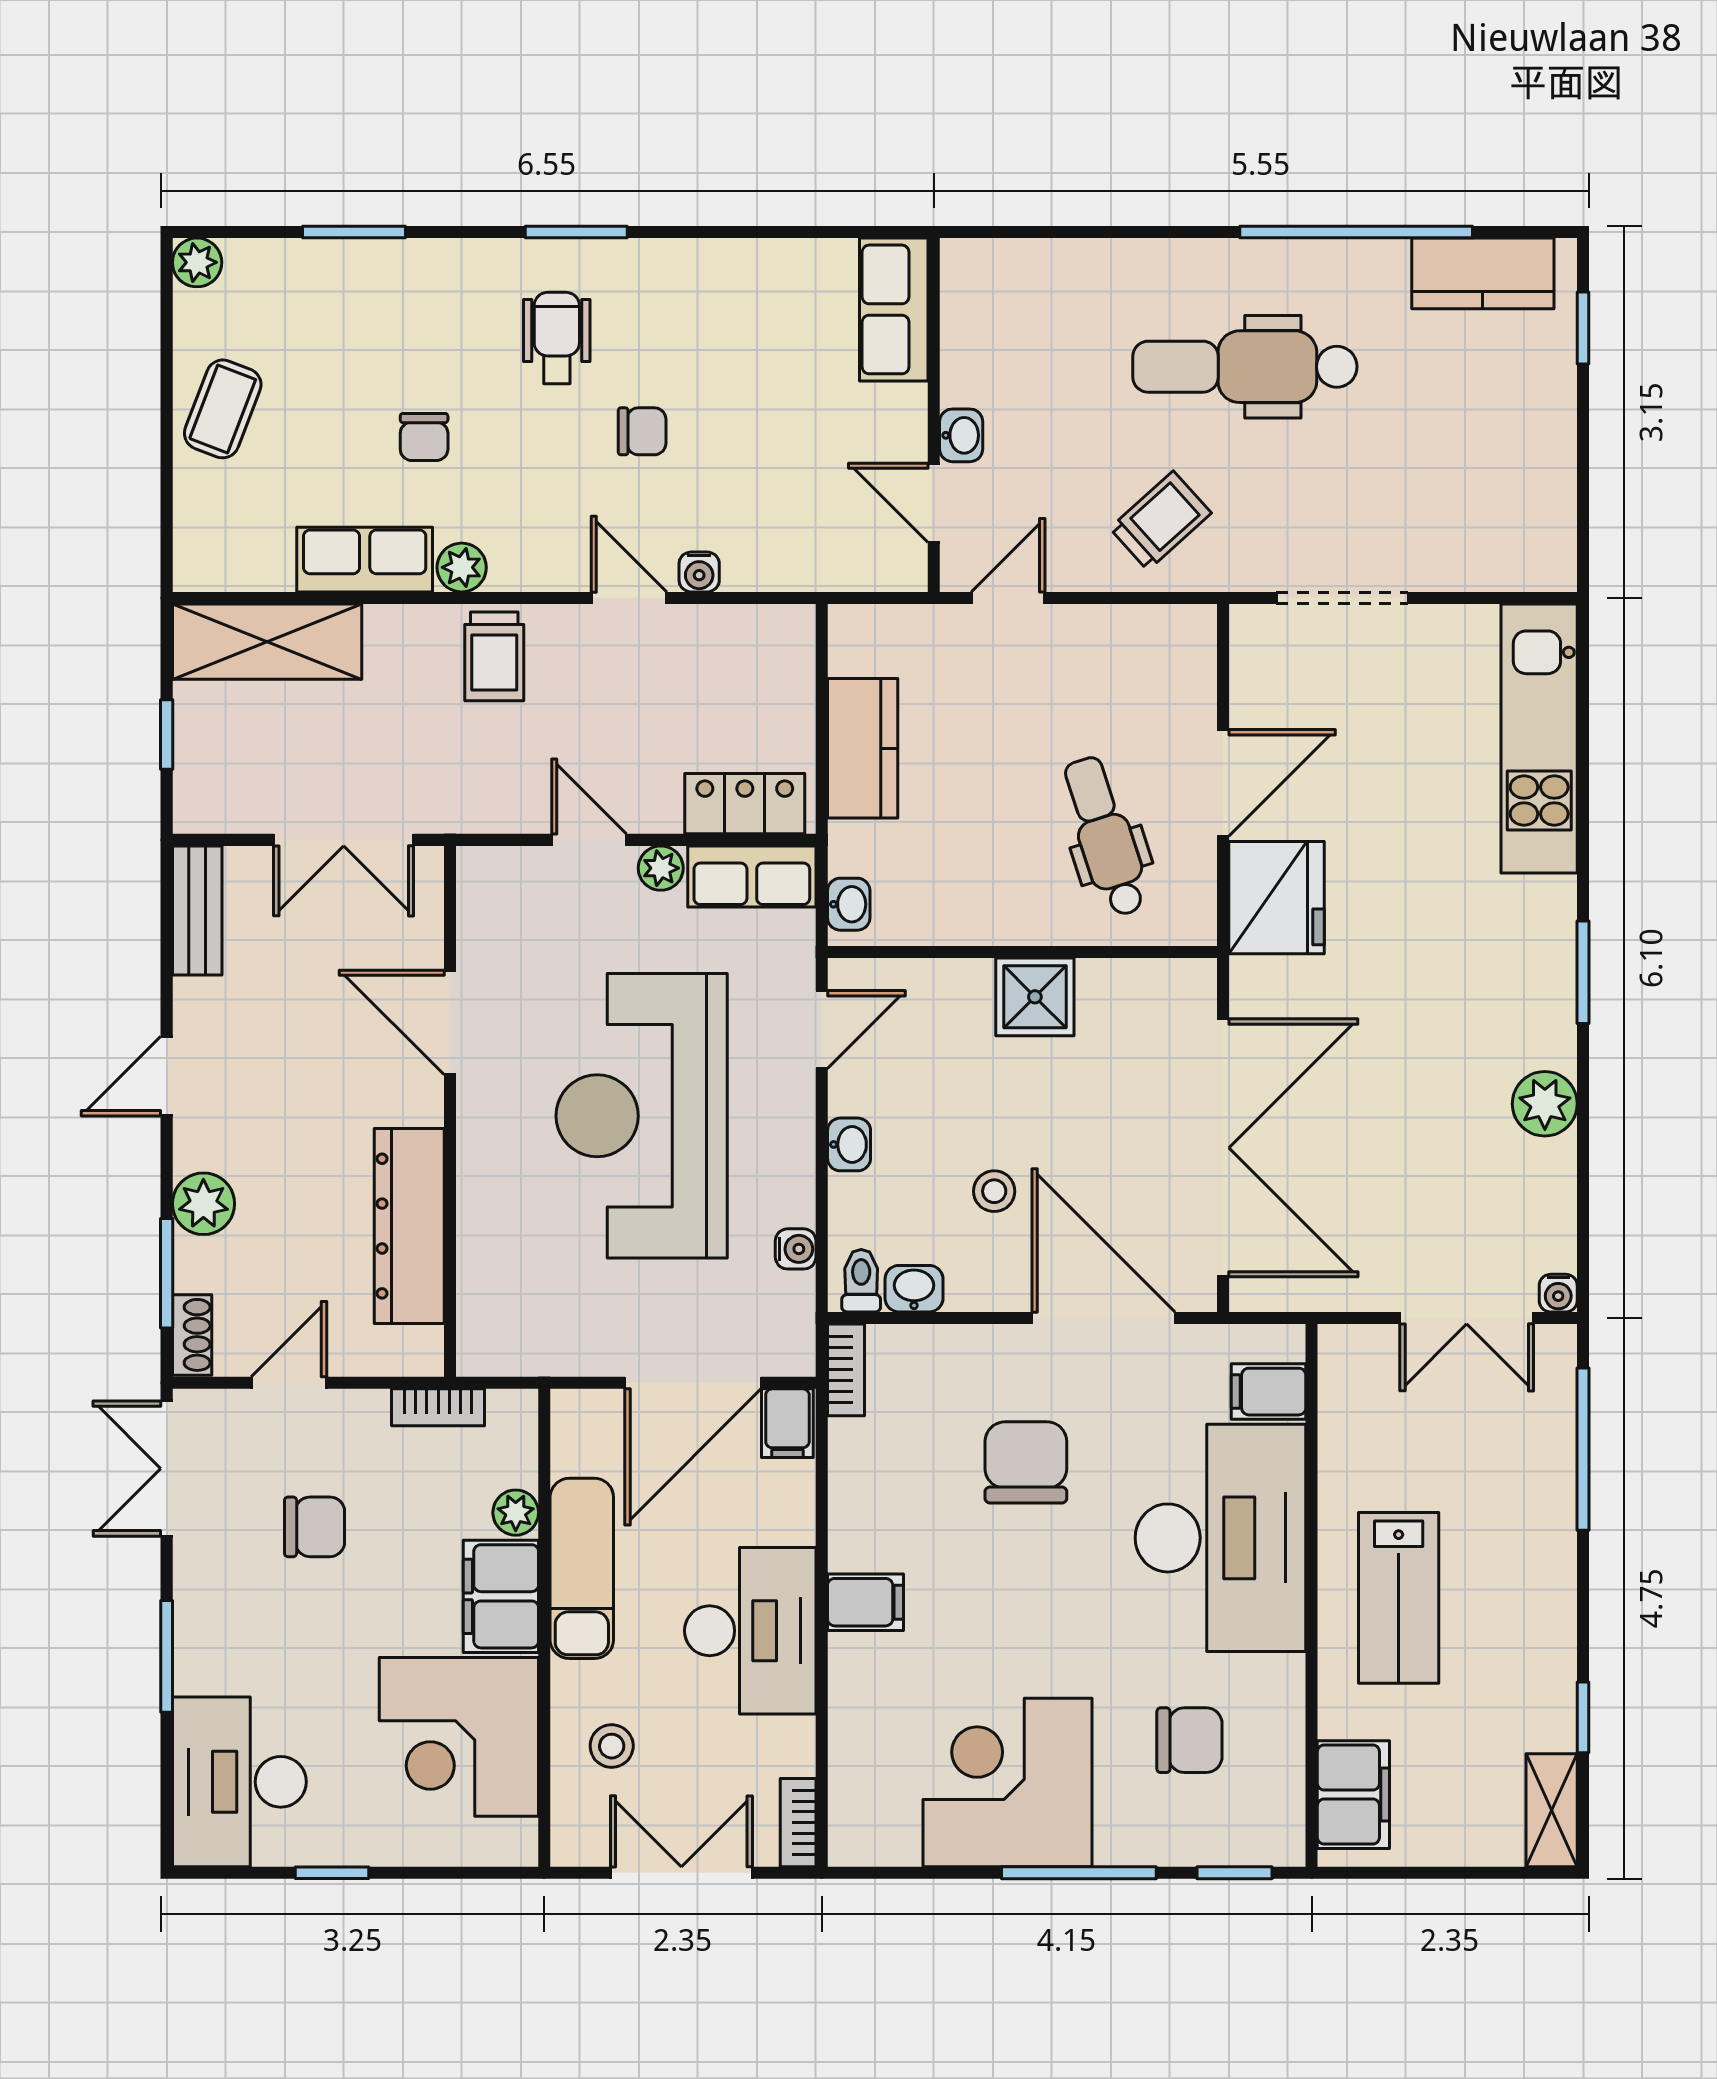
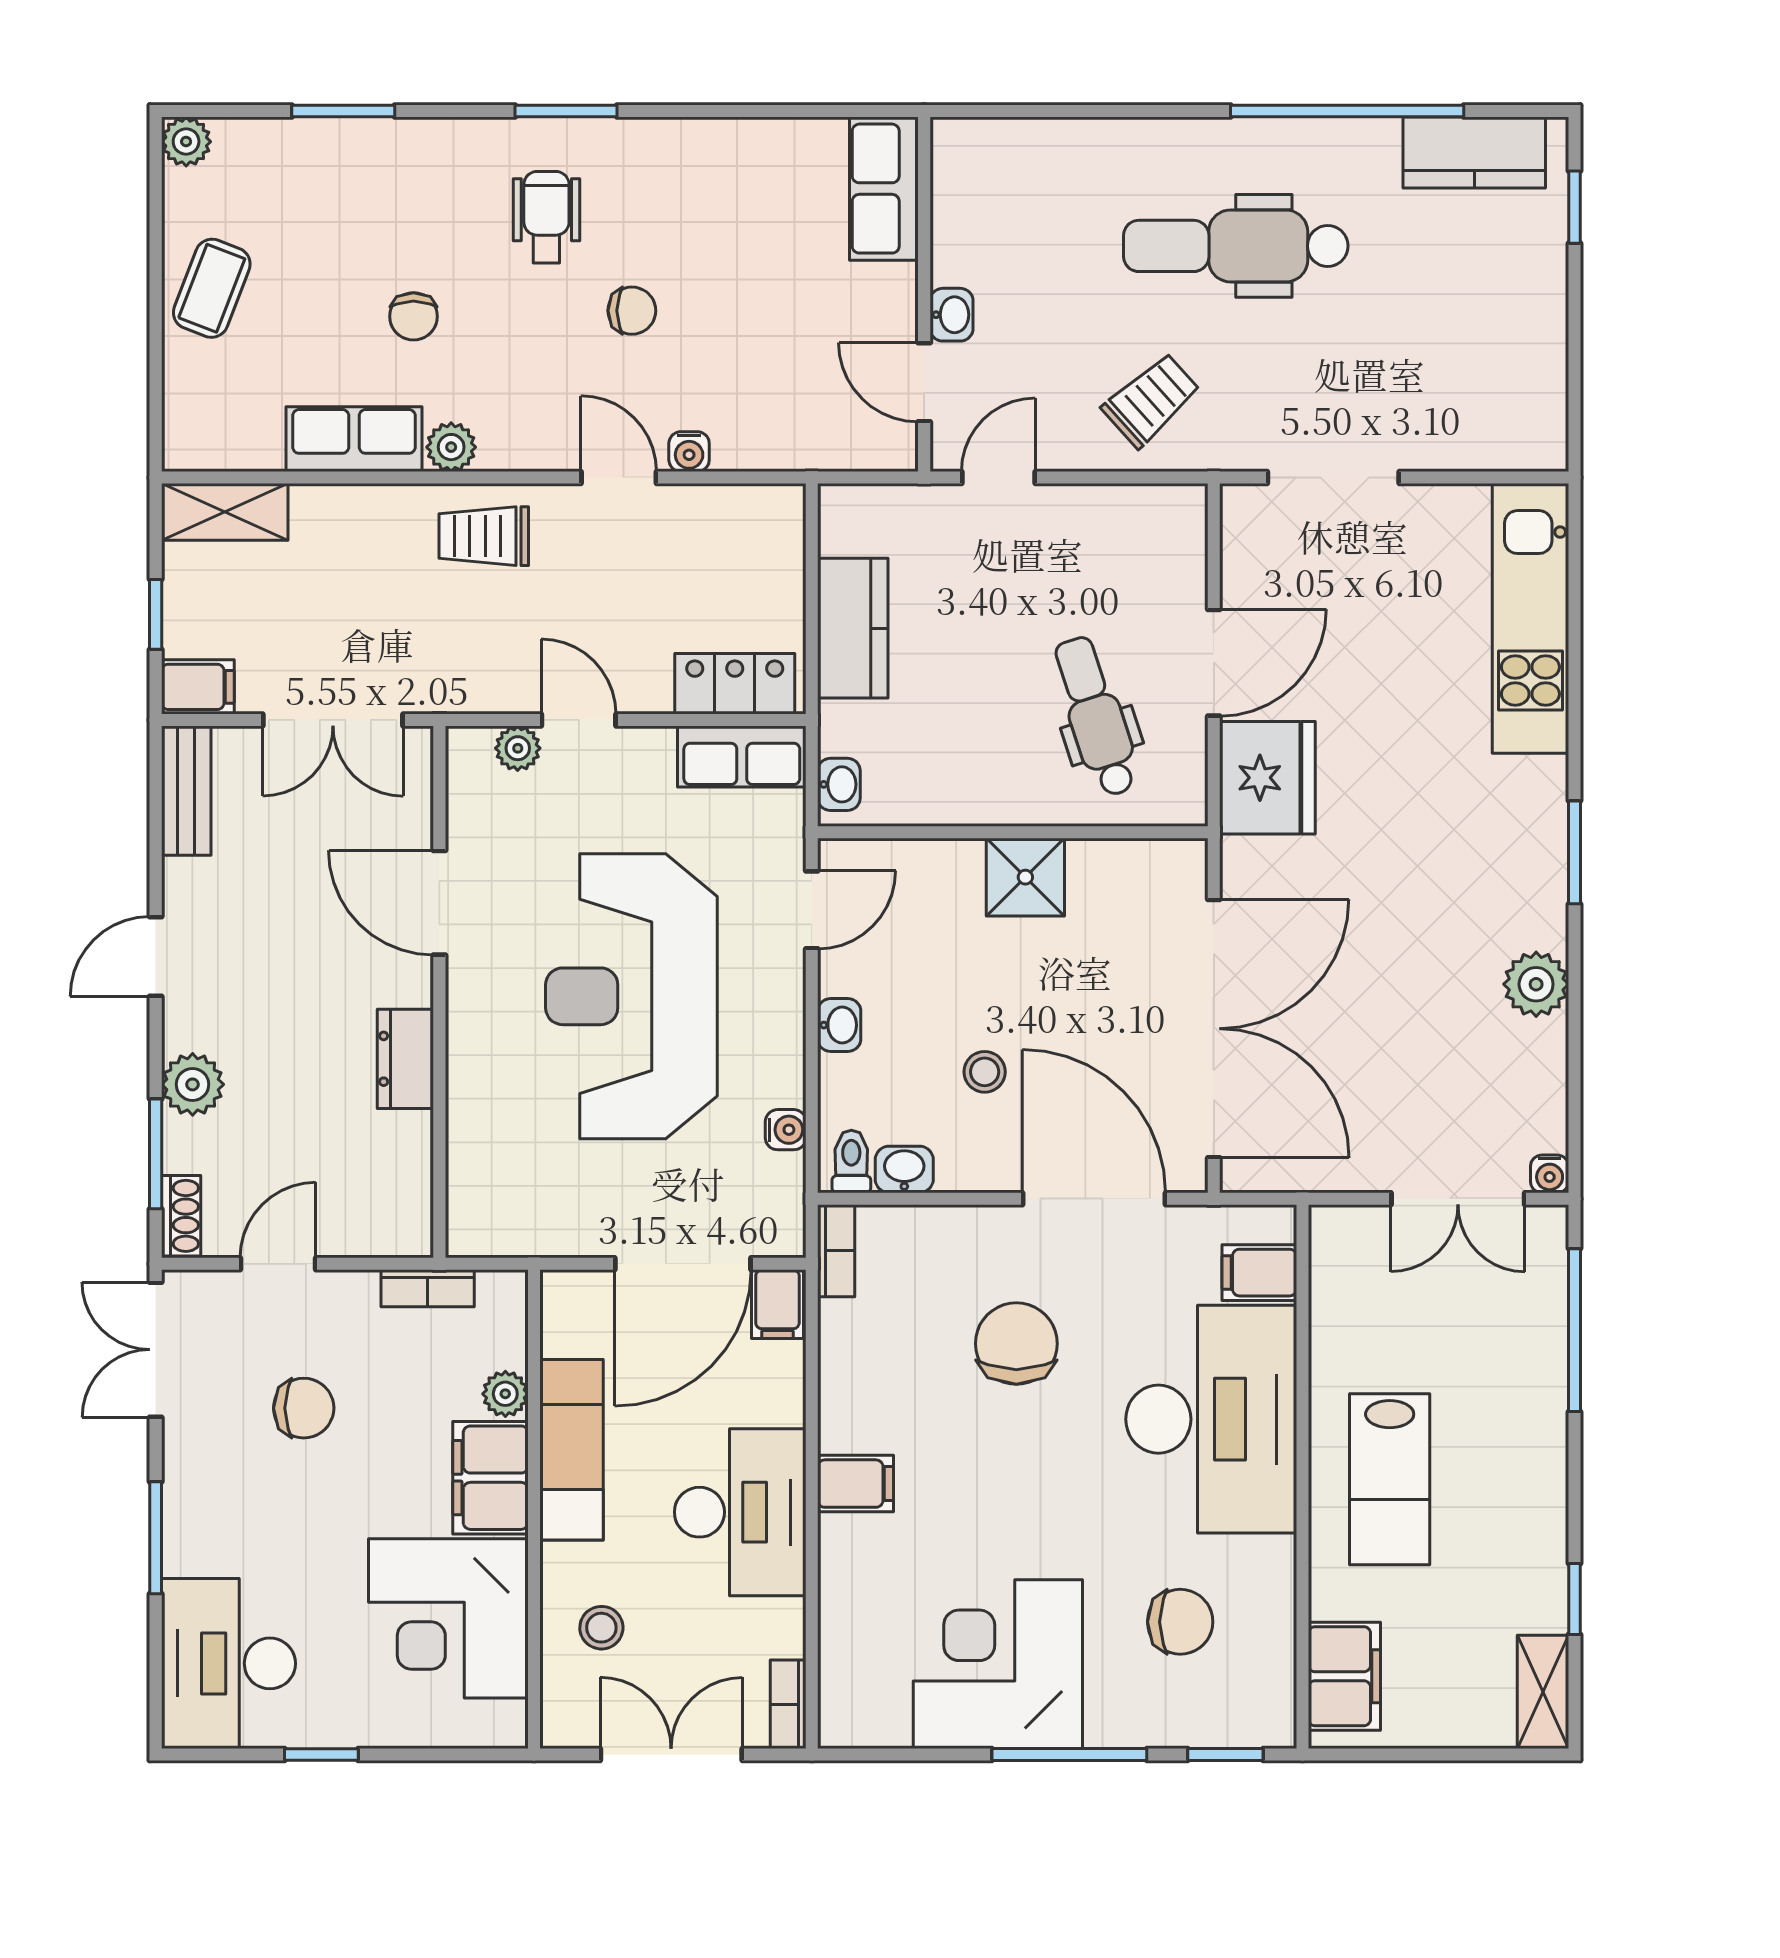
shelving: (267, 642) -> (225, 512), width x0.67, depth x0.75
trolley: (494, 656) -> (484, 536), turned 90
filing cabinet: (209, 807) -> (198, 687), added
plant: (661, 868) -> (518, 748), moved
dresser: (409, 1226) -> (405, 1059), width x0.51, depth x0.80

